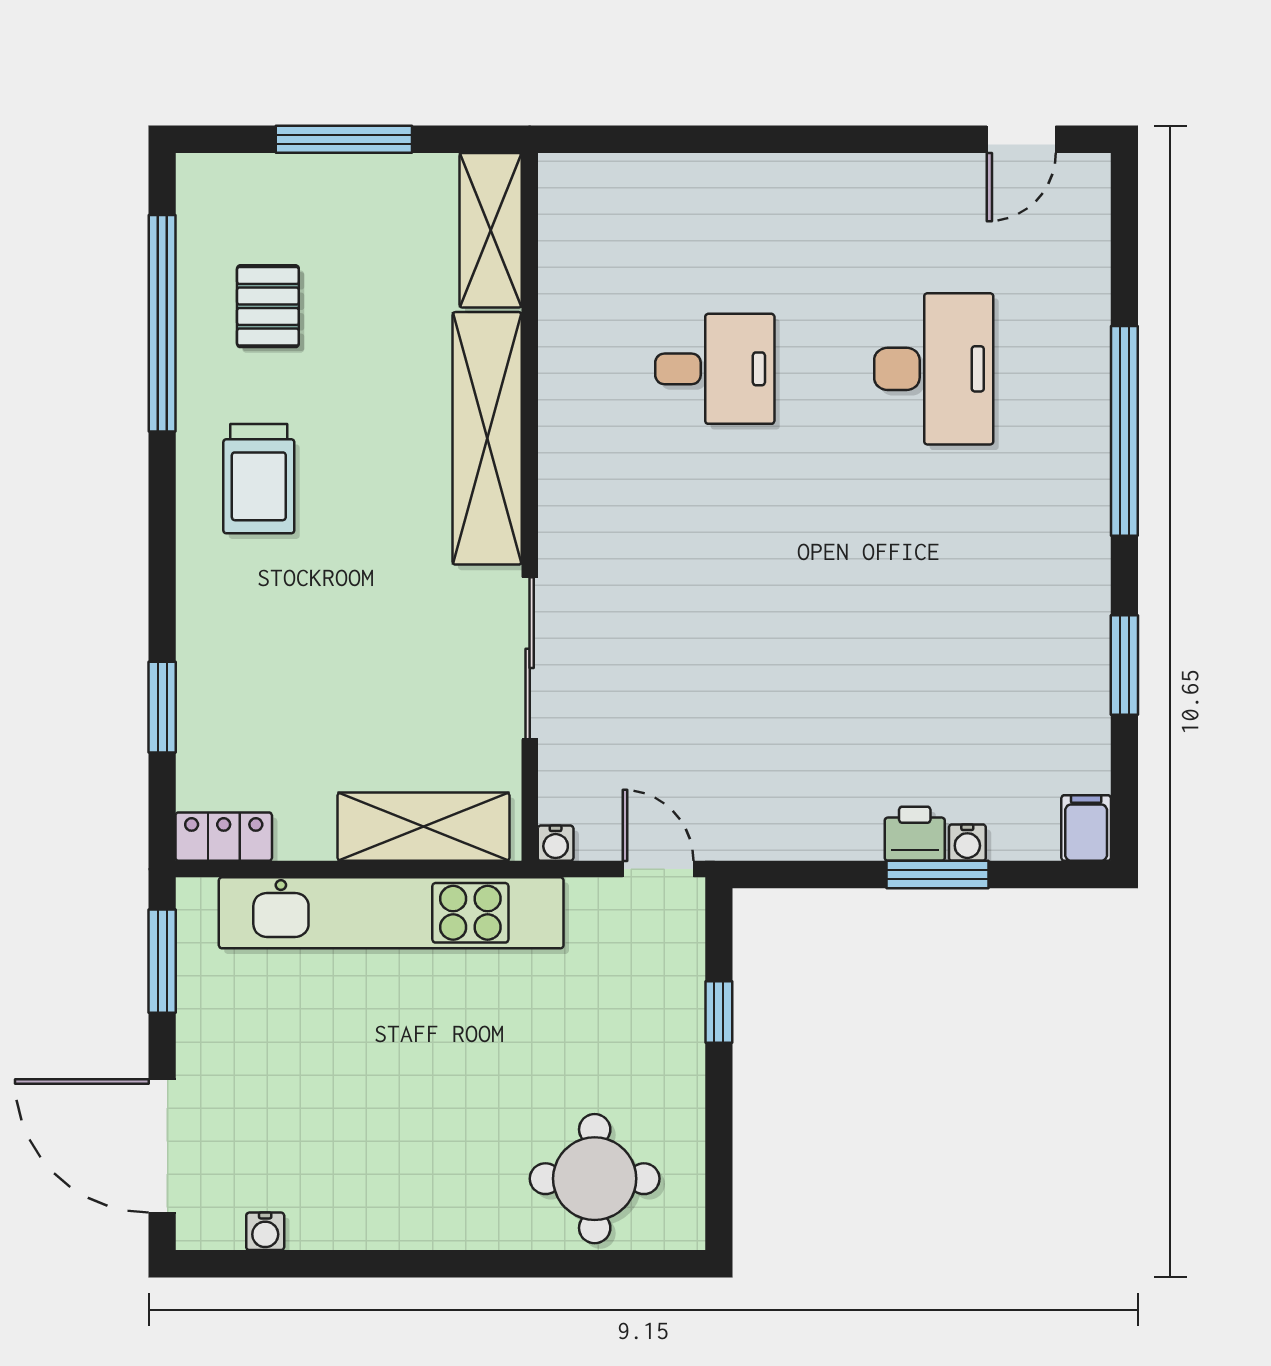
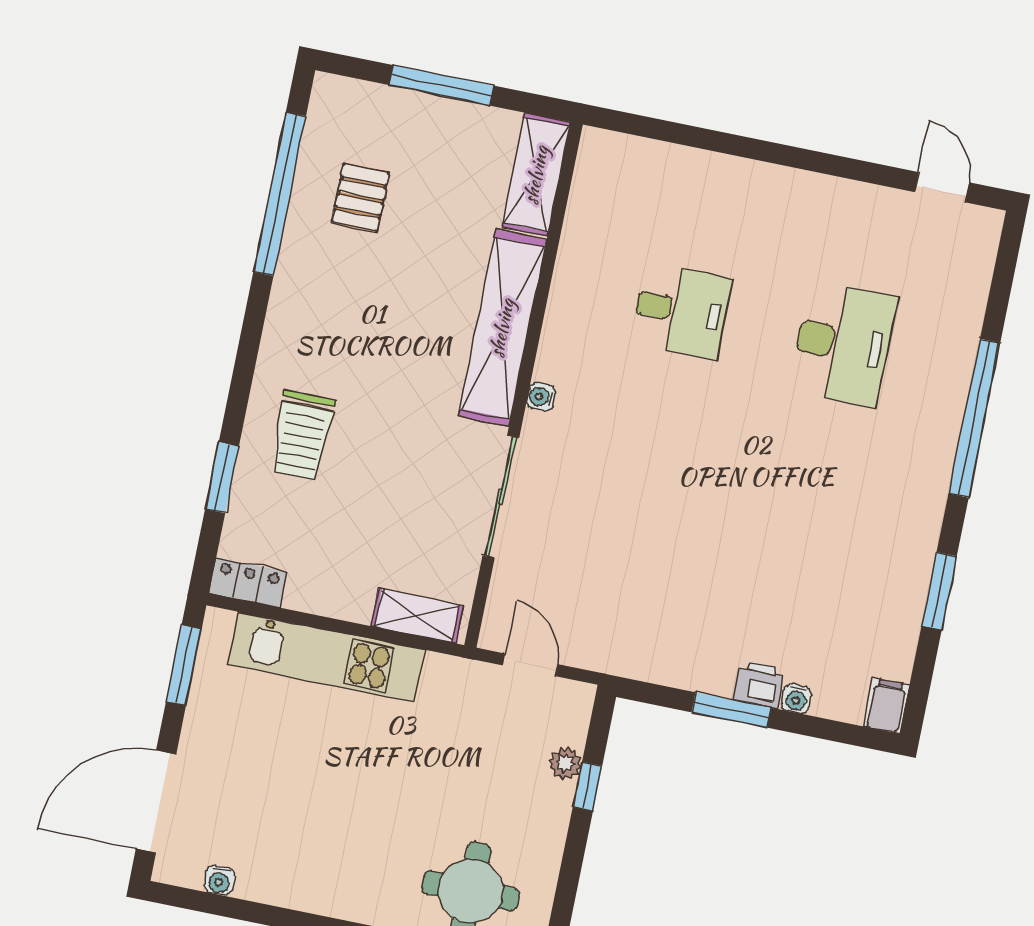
door: (1021, 139) -> (942, 187), swing flipped
trolley: (259, 479) -> (302, 435), moved
shelving: (423, 827) -> (417, 616), width x0.67, depth x0.75
water cooler: (556, 843) -> (541, 397), moved, turned 90
door: (658, 869) -> (530, 665), moved
window: (937, 875) -> (731, 710), moved
kitchen unit: (391, 913) -> (326, 657), width x0.73
plant: (684, 988) -> (565, 763), added
door: (162, 1146) -> (156, 802), hinge flipped

